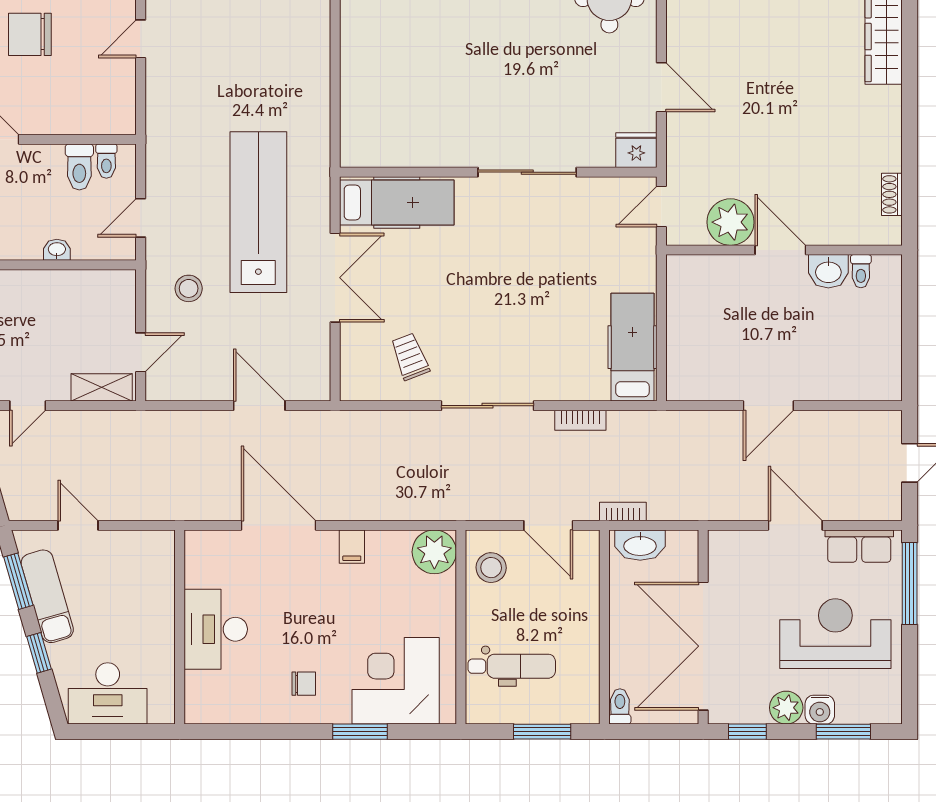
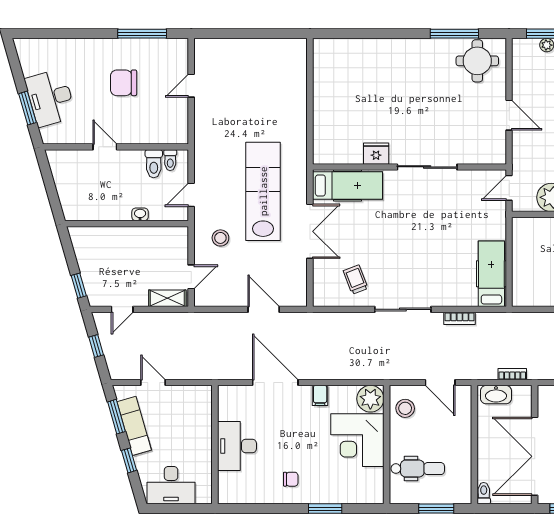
fridge: (636, 150) -> (376, 154), moved
bookcase: (623, 512) -> (512, 374), moved
corner desk: (396, 681) -> (357, 440), moved, turned -90

